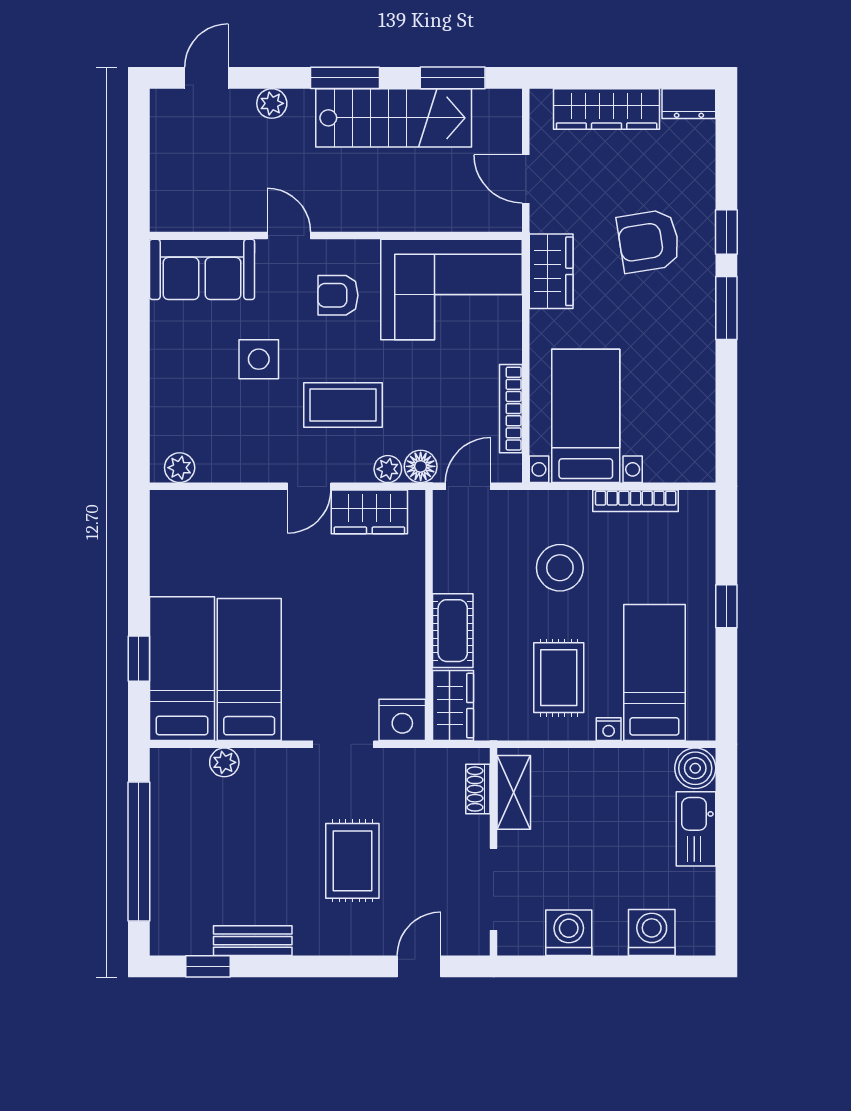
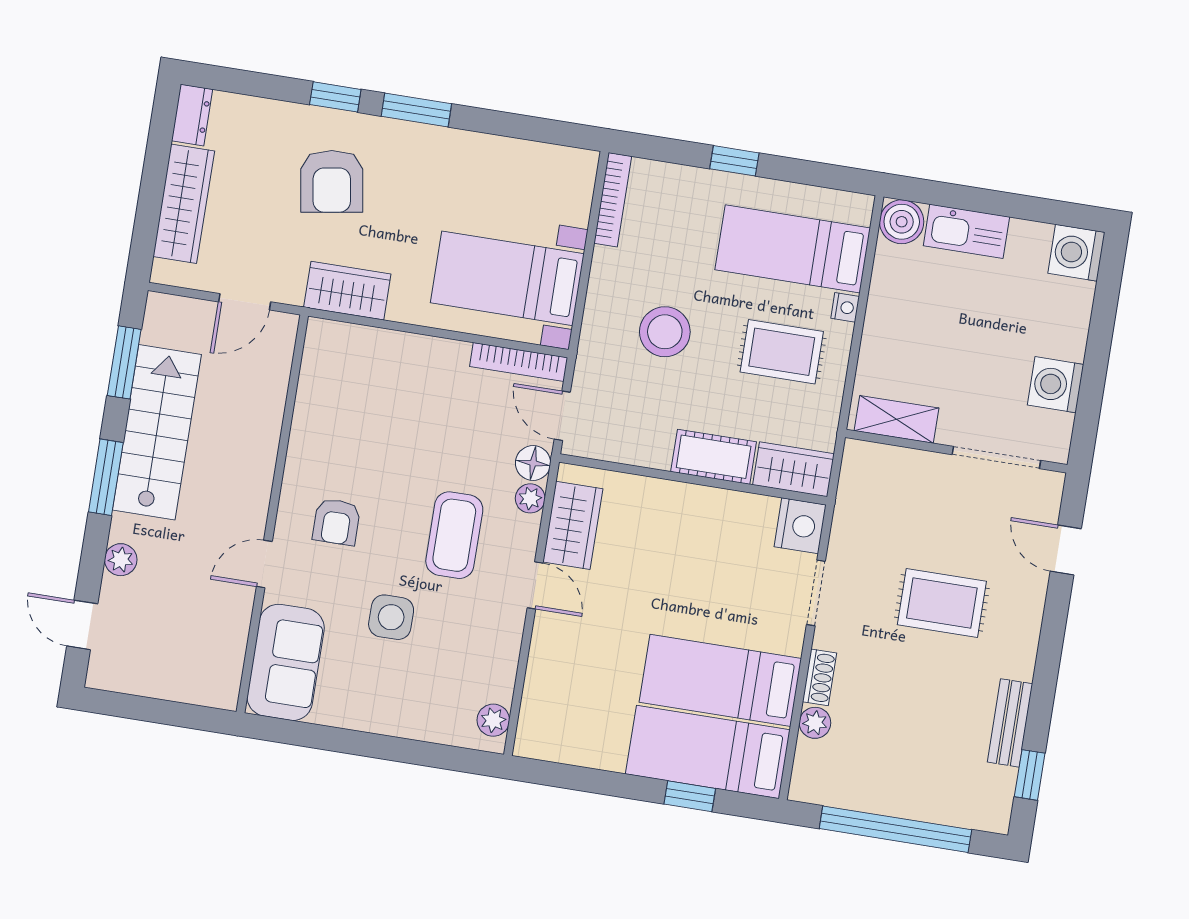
corner sofa: (451, 289) -> (350, 400), removed
bookcase: (511, 409) -> (519, 362), moved
bookcase: (636, 501) -> (613, 200), moved
shoe rack: (478, 789) -> (820, 677), moved, turned -90
washing machine: (652, 933) -> (1076, 253), moved

